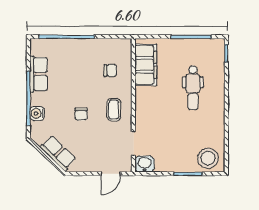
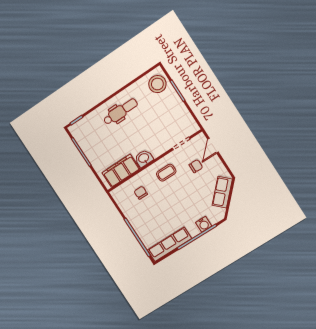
row of seats: (39, 74) -> (169, 244), width x1.48
dental chair: (193, 88) -> (120, 112), moved
chair: (81, 114) -> (196, 166), moved
washbasin: (145, 164) -> (144, 158), moved, turned 90
door: (111, 174) -> (213, 146), swing flipped

